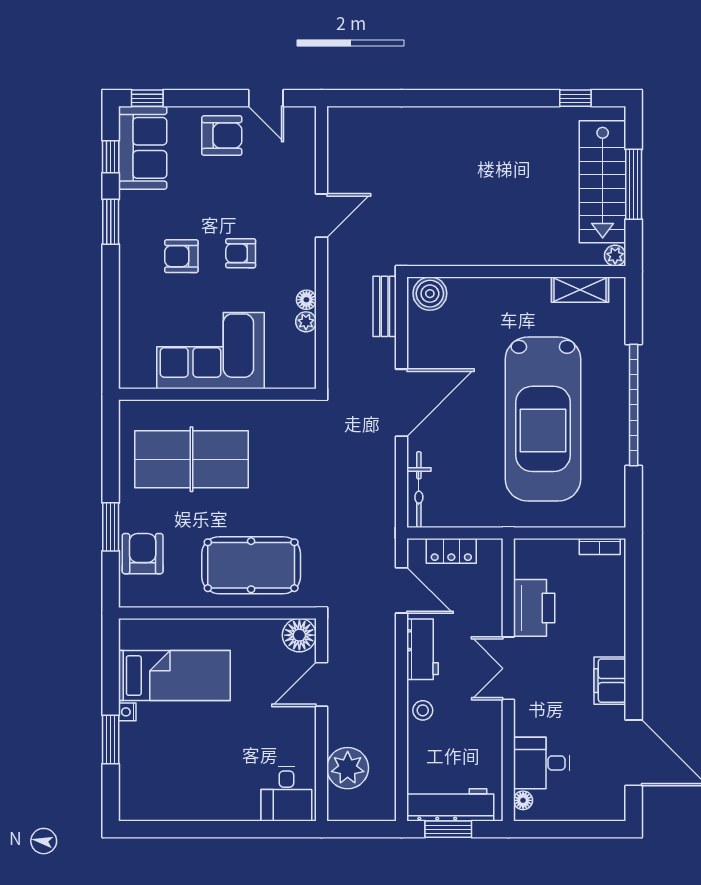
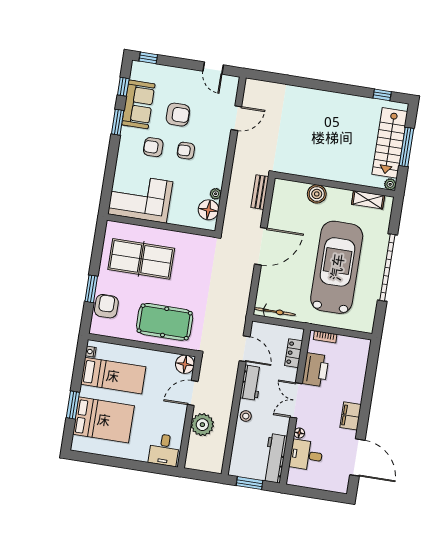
armchair: (222, 136) -> (178, 115), moved
sofa: (143, 148) -> (138, 104), moved
door: (321, 216) -> (236, 118), moved
boiler: (430, 294) -> (317, 194), moved
floor lamp: (306, 300) -> (208, 210), moved, width x1.89, depth x1.89
corner sofa: (210, 351) -> (140, 198), moved
car: (543, 419) -> (337, 267), turned 180
bicycle: (419, 490) -> (275, 312), moved, turned -90
bookcase: (600, 546) -> (325, 337), moved
locker: (451, 551) -> (294, 353), moved, turned 90
nightstand: (127, 712) -> (91, 352), moved
bed: (170, 758) -> (104, 420), added
plant: (348, 768) -> (202, 425), moved
floor lamp: (523, 800) -> (299, 433), moved
workbench: (450, 805) -> (275, 458), moved, turned -90

